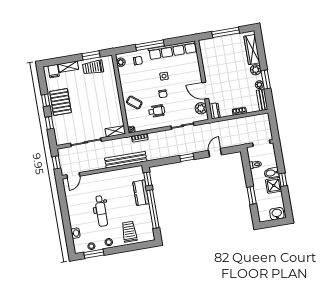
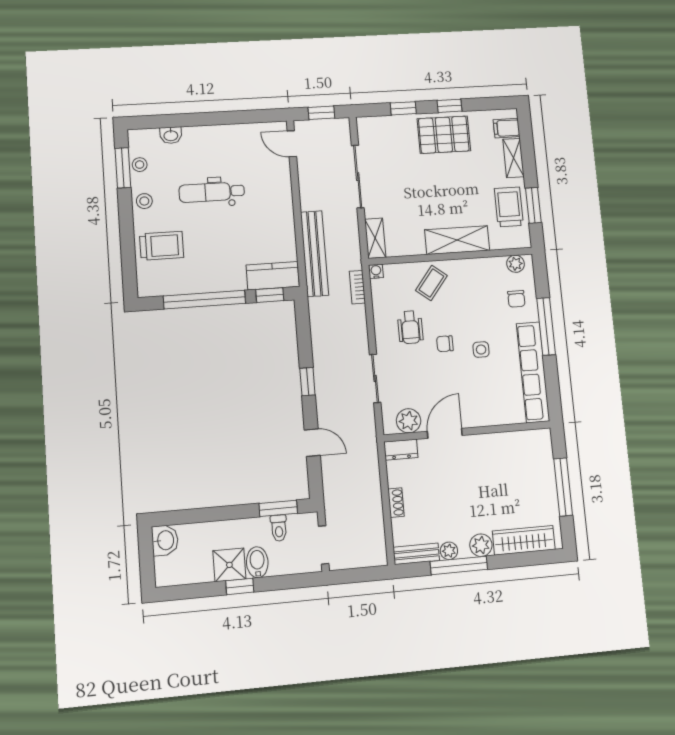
window: (266, 79) -> (459, 565), width x1.44
shelving: (112, 92) -> (457, 240), added
kitchen counter: (141, 193) -> (273, 276), moved
window: (252, 195) -> (278, 508), moved
washbasin: (277, 214) -> (165, 540), moved

